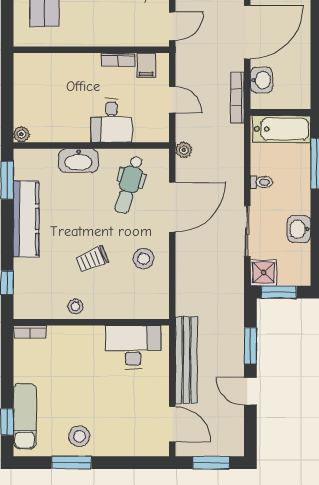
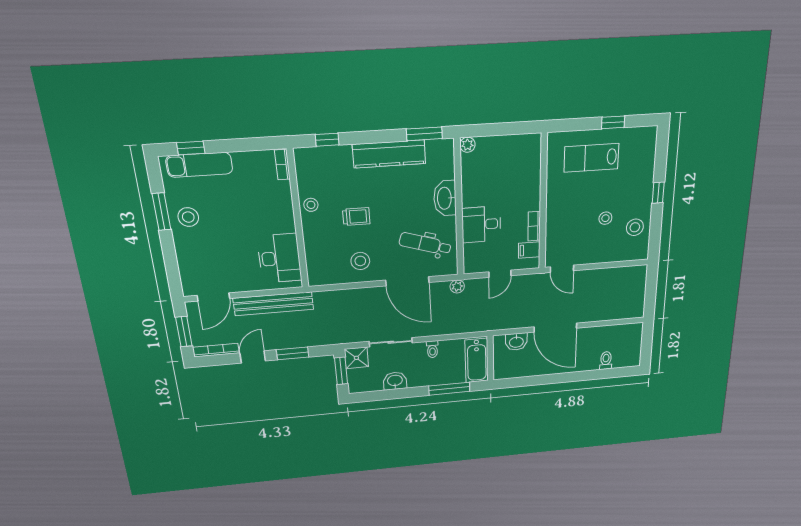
bookcase: (238, 98) -> (216, 350), moved
trolley: (92, 259) -> (356, 217), turned 112

